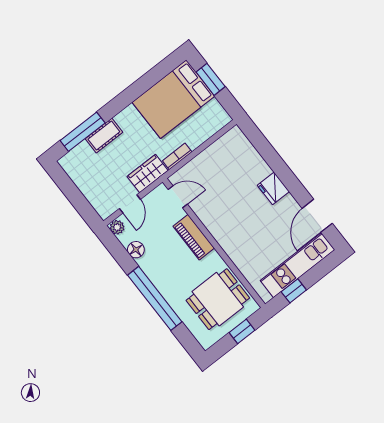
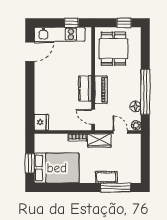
fridge: (273, 188) -> (41, 122), moved
door: (130, 204) -> (120, 132), hinge flipped
kitchen counter: (215, 224) -> (85, 88), added
window: (155, 298) -> (145, 92), moved
dining table: (218, 299) -> (113, 49), turned 90
window: (242, 331) -> (124, 23), moved

